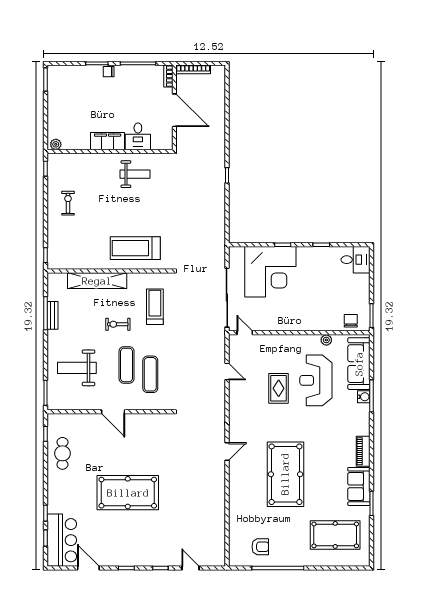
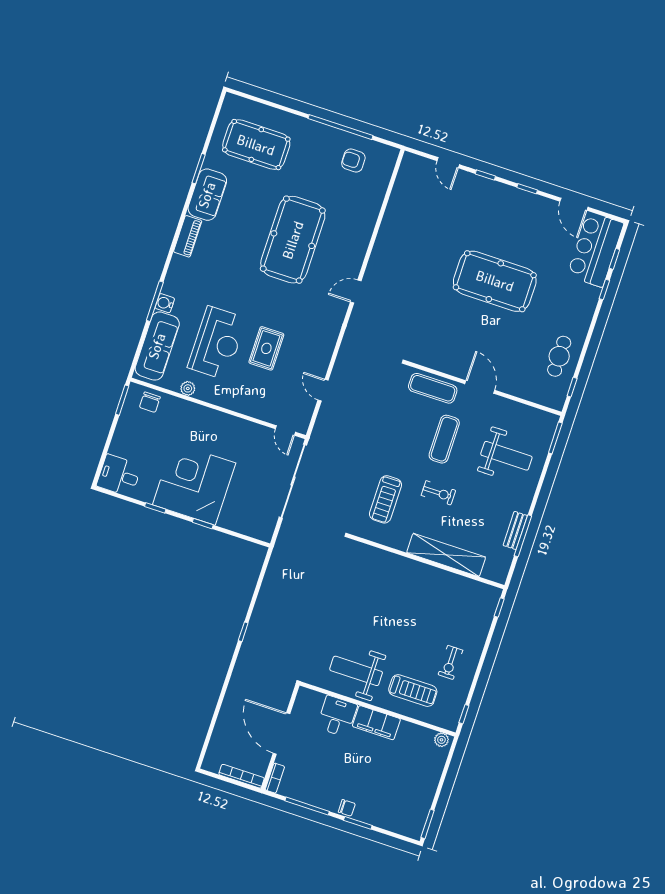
weight bench: (135, 174) -> (356, 671), width x1.36, depth x1.33
treadmill: (135, 248) -> (413, 691), moved, width x0.73, depth x0.73
corner desk: (270, 272) -> (194, 484), moved
exercise mat: (150, 374) -> (433, 388), moved, turned 90

